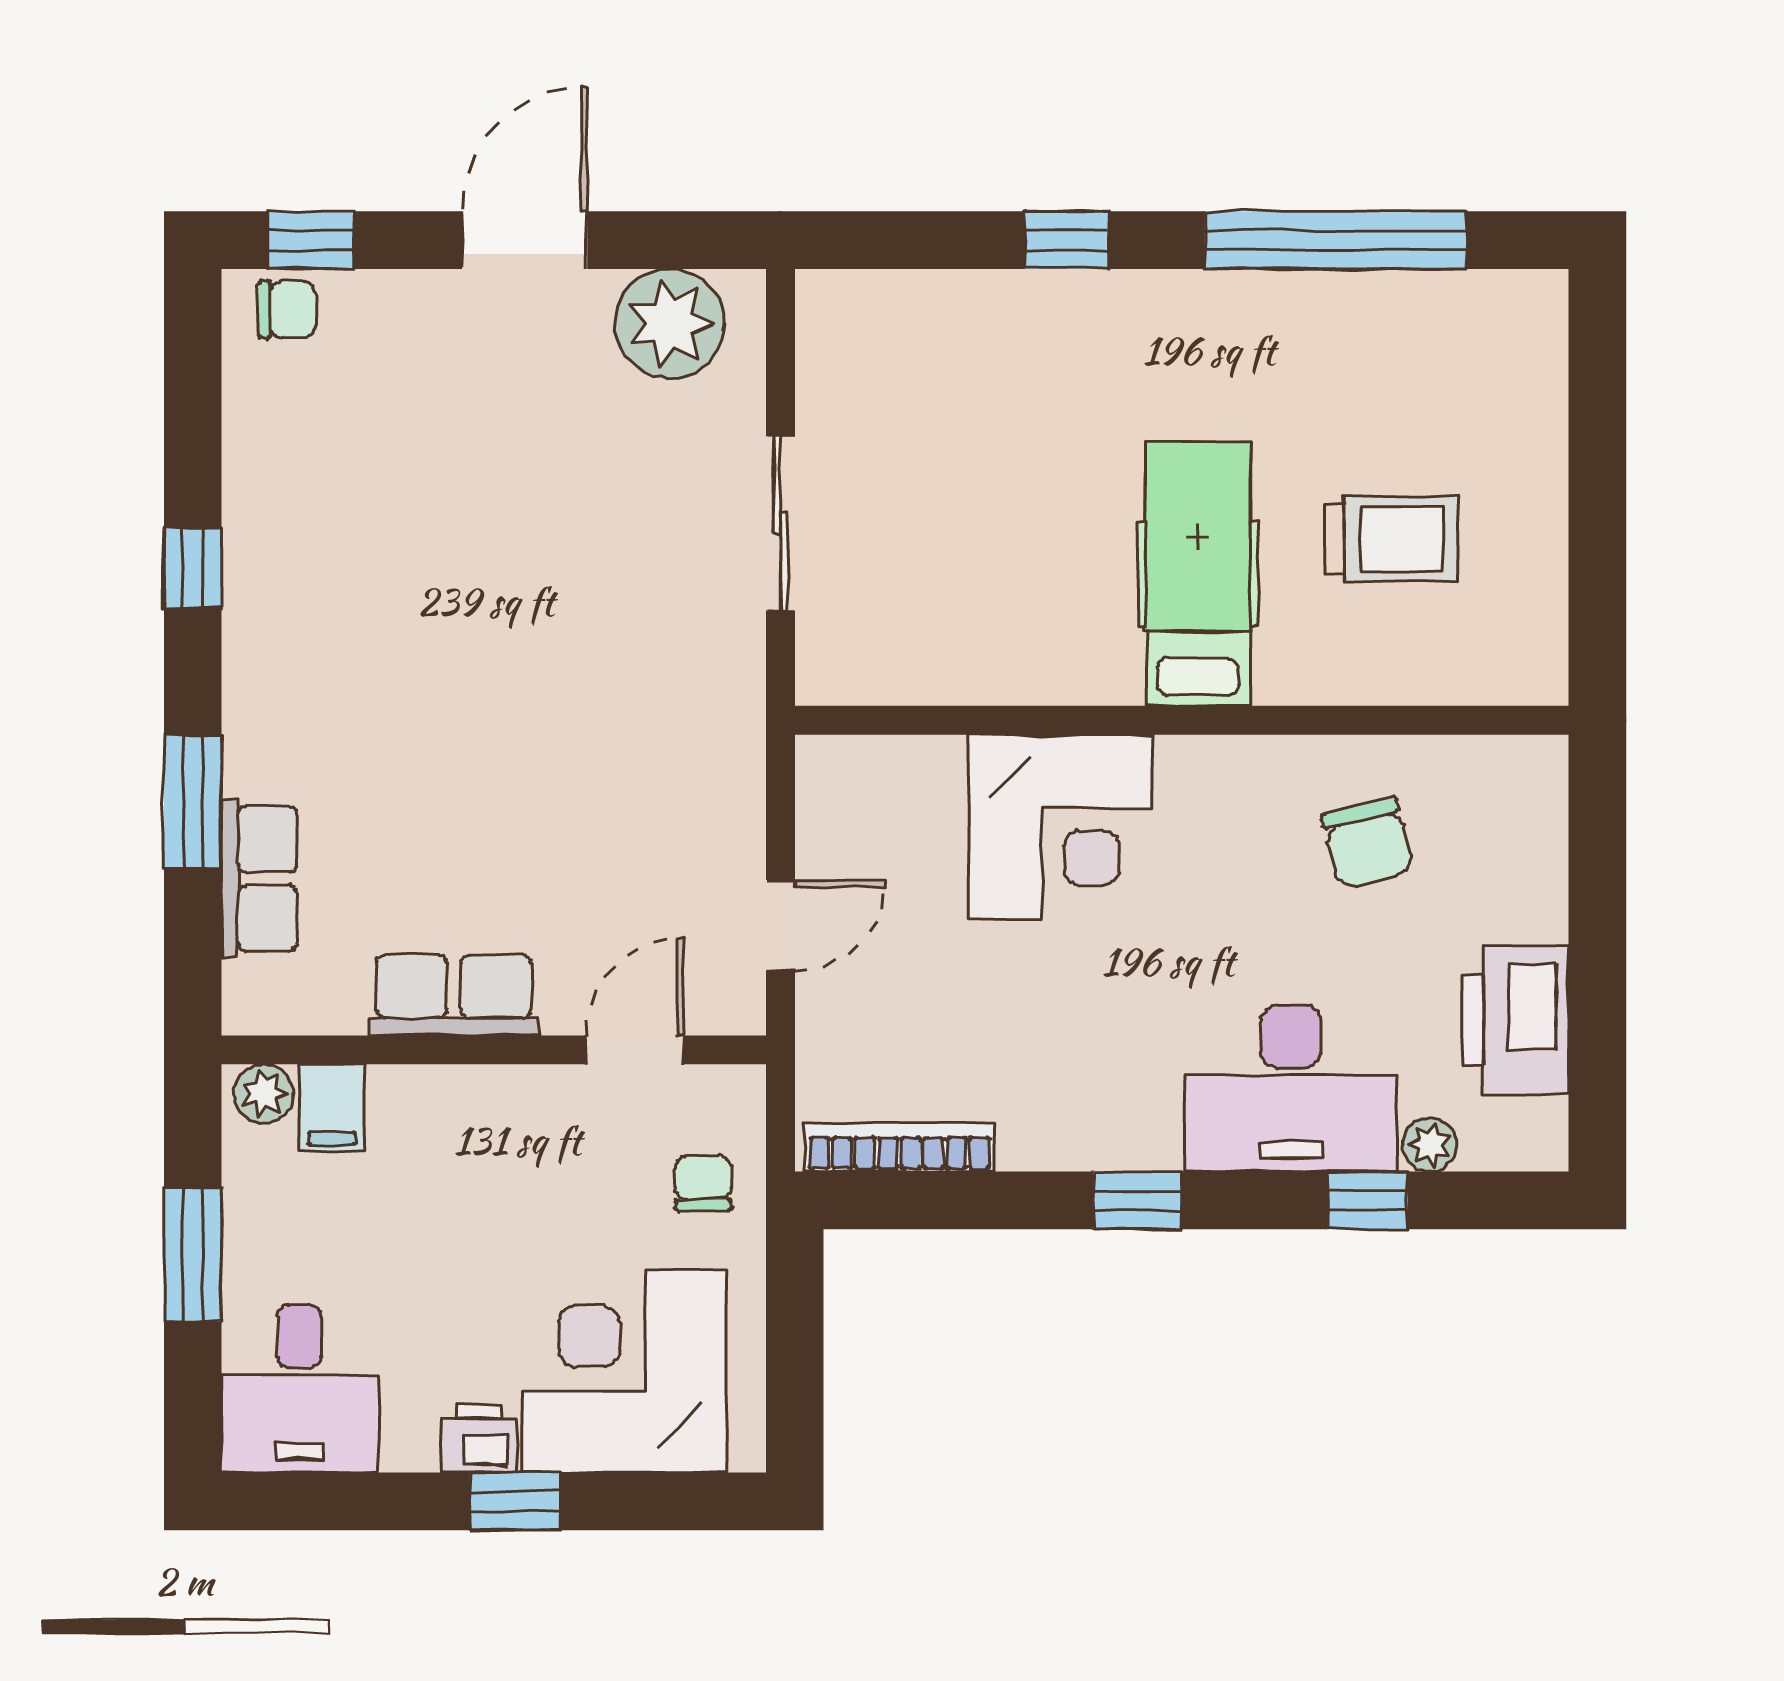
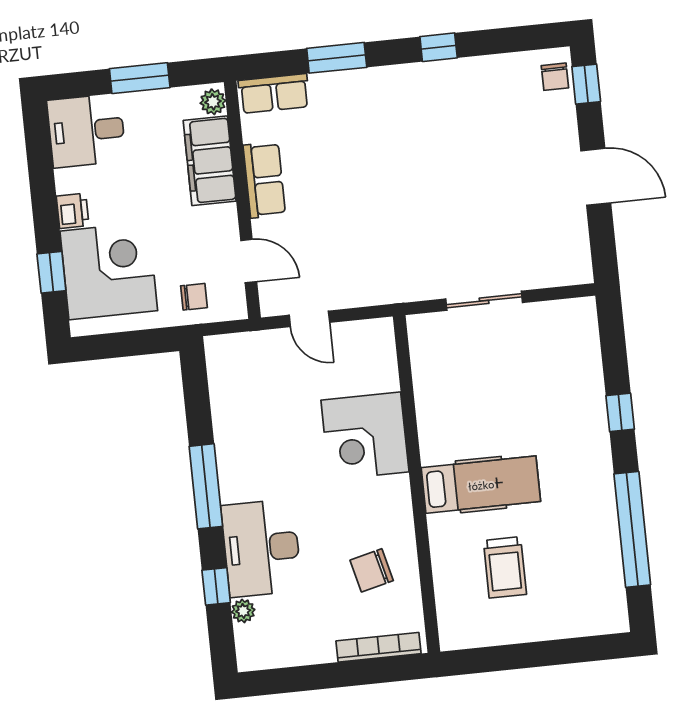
plant: (670, 324) -> (566, 244), removed
row of seats: (259, 879) -> (274, 93), moved
printer: (1515, 1021) -> (301, 643), removed
filing cabinet: (332, 1108) -> (210, 161), width x3.00, depth x1.17
bookcase: (899, 1147) -> (379, 647), moved, turned -90
window: (1137, 1200) -> (206, 486), width x2.17
window: (515, 1501) -> (51, 272), moved

